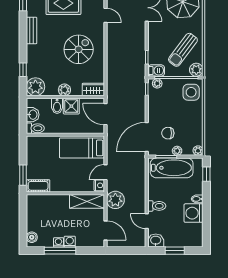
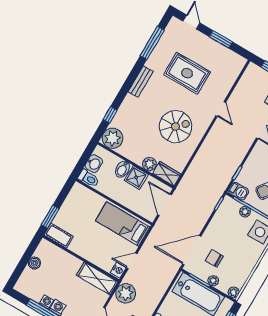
plant: (157, 83) -> (245, 212), moved
plant: (64, 90) -> (149, 164), moved
boiler: (32, 237) -> (34, 263), moved

